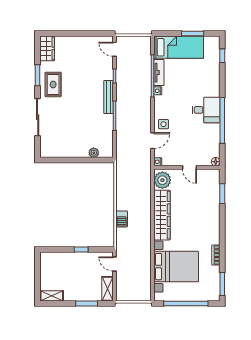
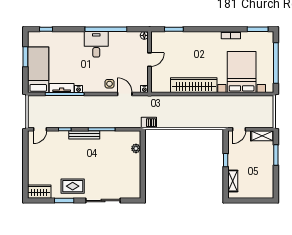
plant: (162, 180) -> (161, 85), removed
barbecue: (122, 219) -> (149, 123), moved
shelving: (52, 296) -> (233, 181), moved

